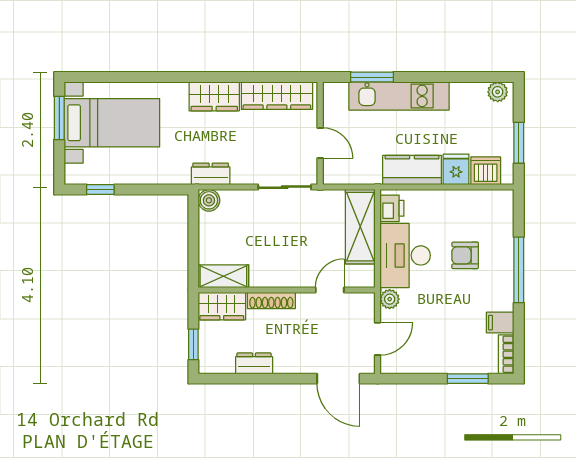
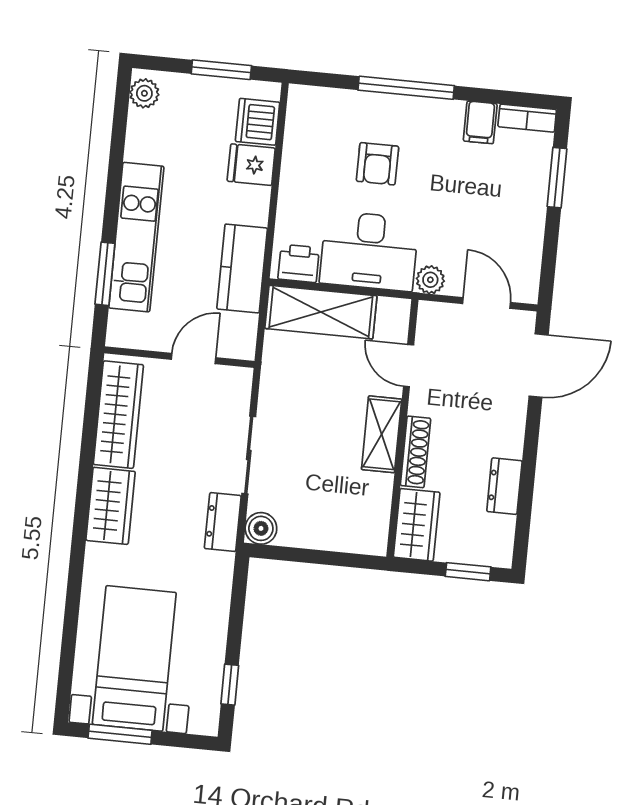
kitchen counter: (412, 170) -> (242, 268), moved
sliding door: (285, 187) -> (249, 455), moved
shelving: (223, 276) -> (382, 434), moved

